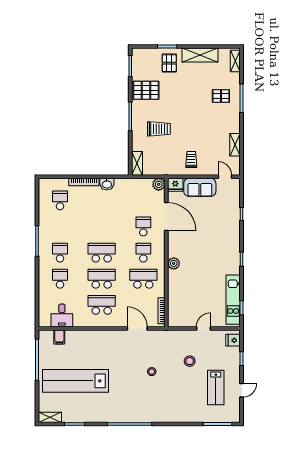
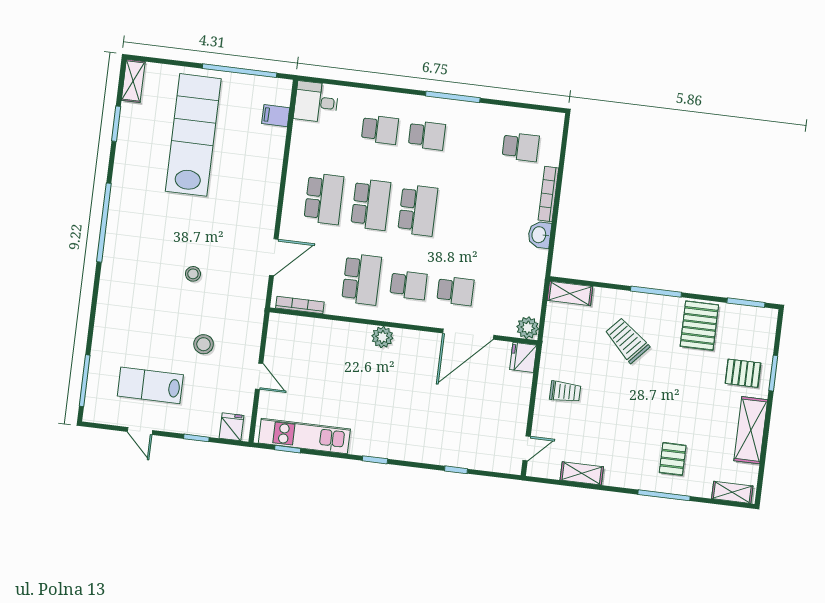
trolley: (159, 129) -> (627, 340), turned 132
sofa: (200, 187) -> (513, 401), removed
desk: (62, 316) -> (316, 102), moved

